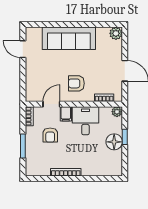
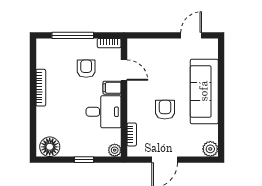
armchair: (76, 83) -> (165, 110), moved
armchair: (50, 135) -> (86, 69), turned 90
floor lamp: (114, 142) -> (50, 147), moved
window: (23, 146) -> (73, 35), width x1.44

